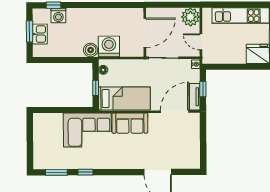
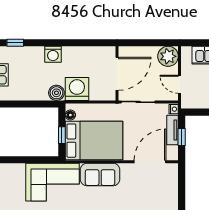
washing machine: (58, 16) -> (53, 54), moved
tv unit: (195, 97) -> (173, 130), moved
bed: (124, 98) -> (94, 141), width x1.50

